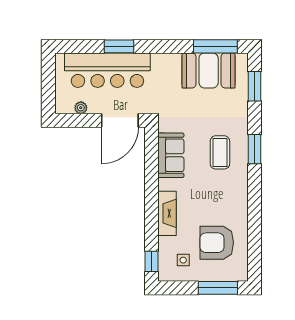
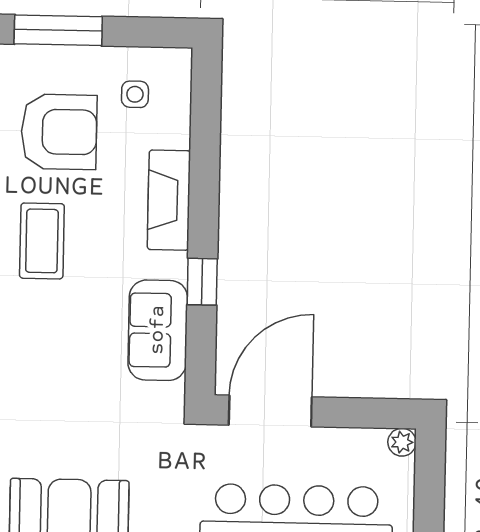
plant: (81, 108) -> (402, 442), moved
coffee table: (220, 152) -> (42, 241), moved
window: (151, 261) -> (202, 282), moved

